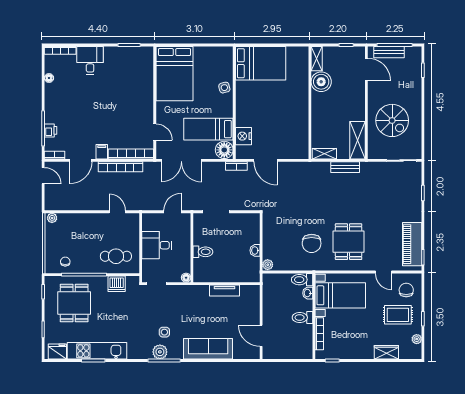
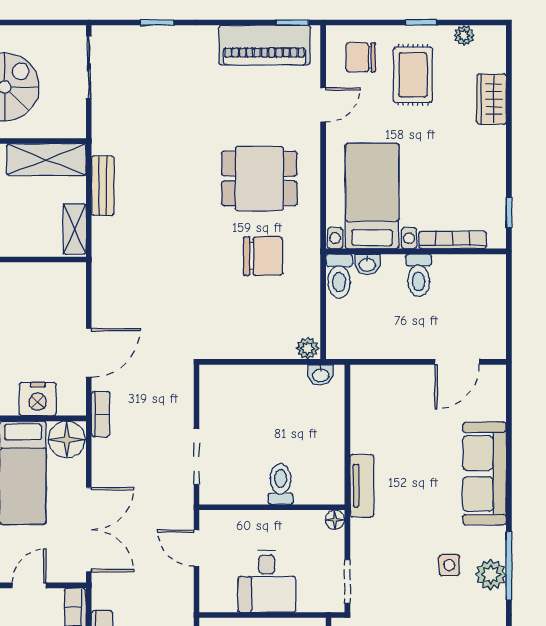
washbasin: (255, 250) -> (321, 375), moved
tv unit: (224, 291) -> (362, 486), moved

